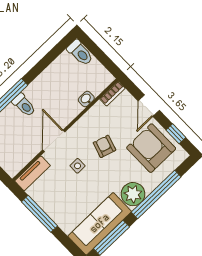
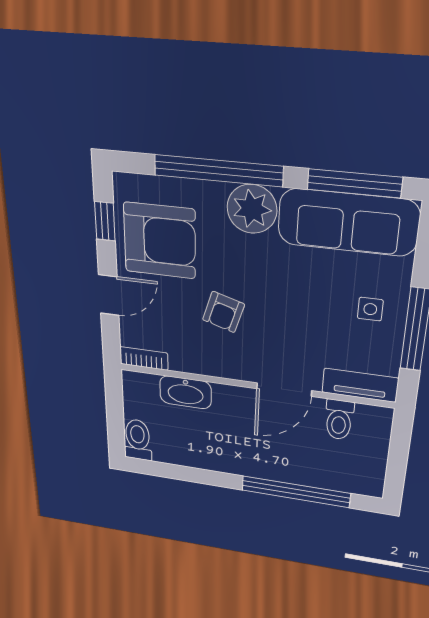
washbasin: (86, 99) -> (185, 392), width x1.91, depth x1.45
toilet: (24, 105) -> (339, 420), moved, turned 180
armchair: (151, 148) -> (160, 241), turned -90
side table: (78, 166) -> (370, 309), moved

